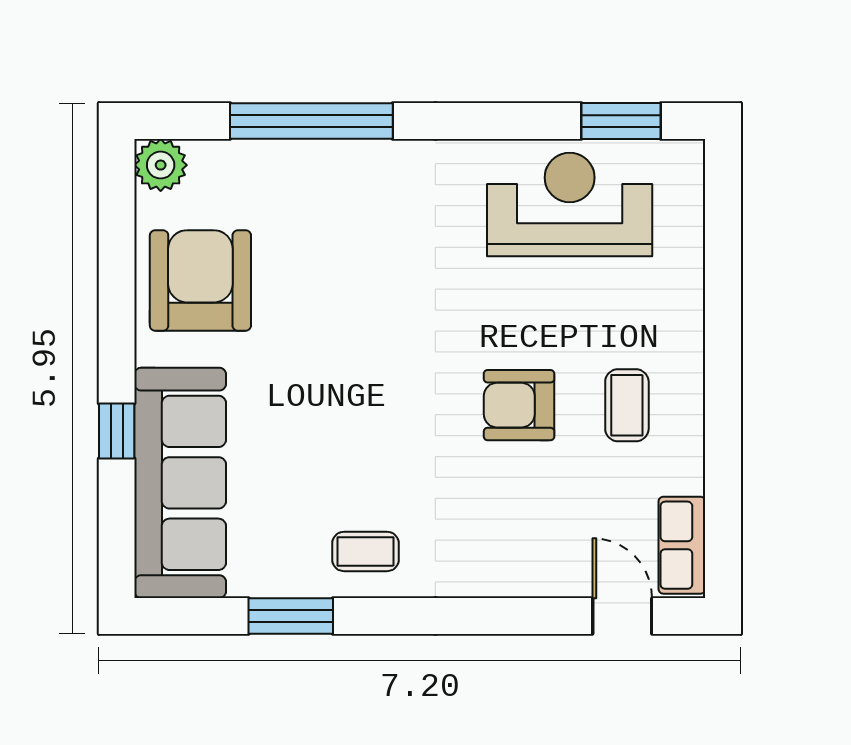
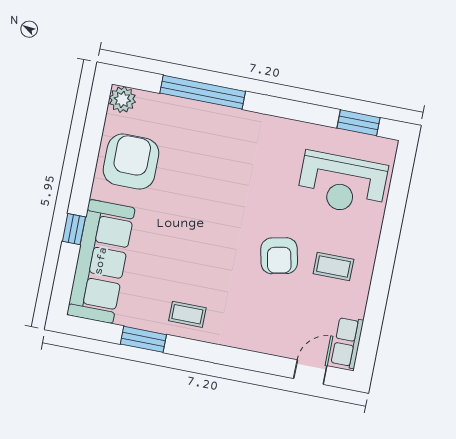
reception desk: (570, 204) -> (342, 183), moved, turned 180
armchair: (519, 405) -> (279, 256), turned -102
coffee table: (627, 405) -> (333, 266), turned 90
door: (622, 616) -> (310, 372), hinge flipped

